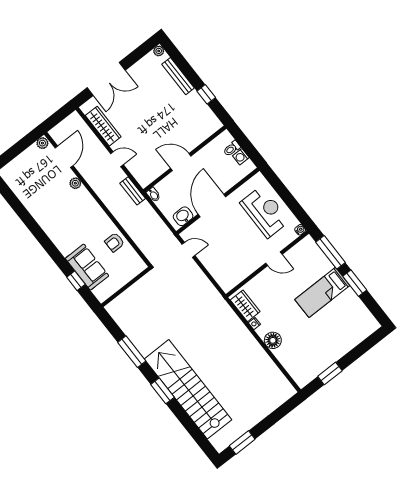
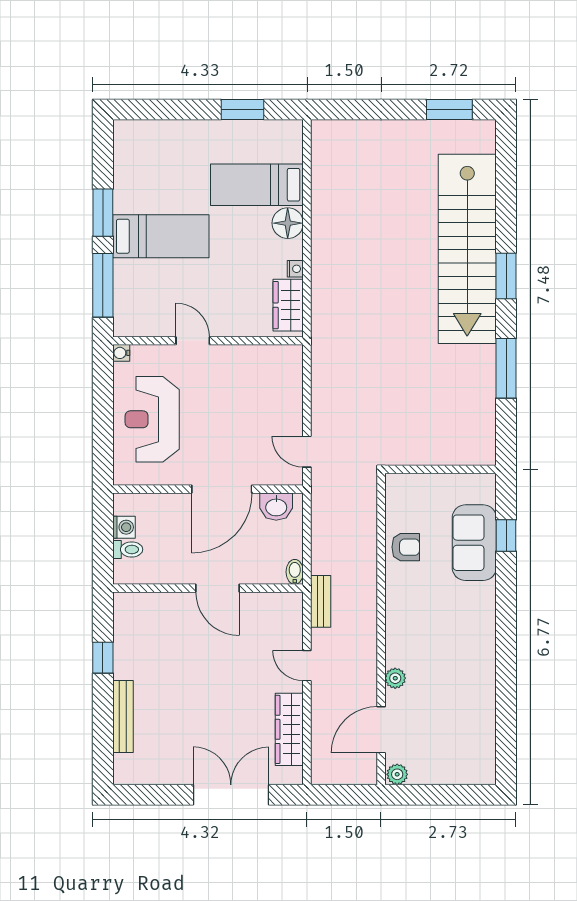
plant: (159, 51) -> (122, 775), removed
bed: (299, 346) -> (257, 185), added

